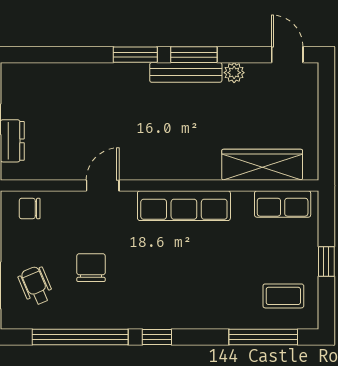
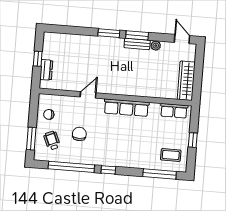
bench: (186, 72) -> (137, 44), width x0.73
wardrobe: (262, 165) -> (186, 81), moved, turned -90
chair: (30, 209) -> (49, 114), moved

